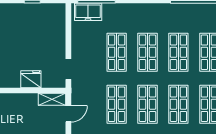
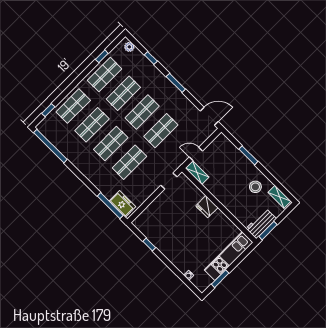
fridge: (31, 79) -> (207, 207), moved

